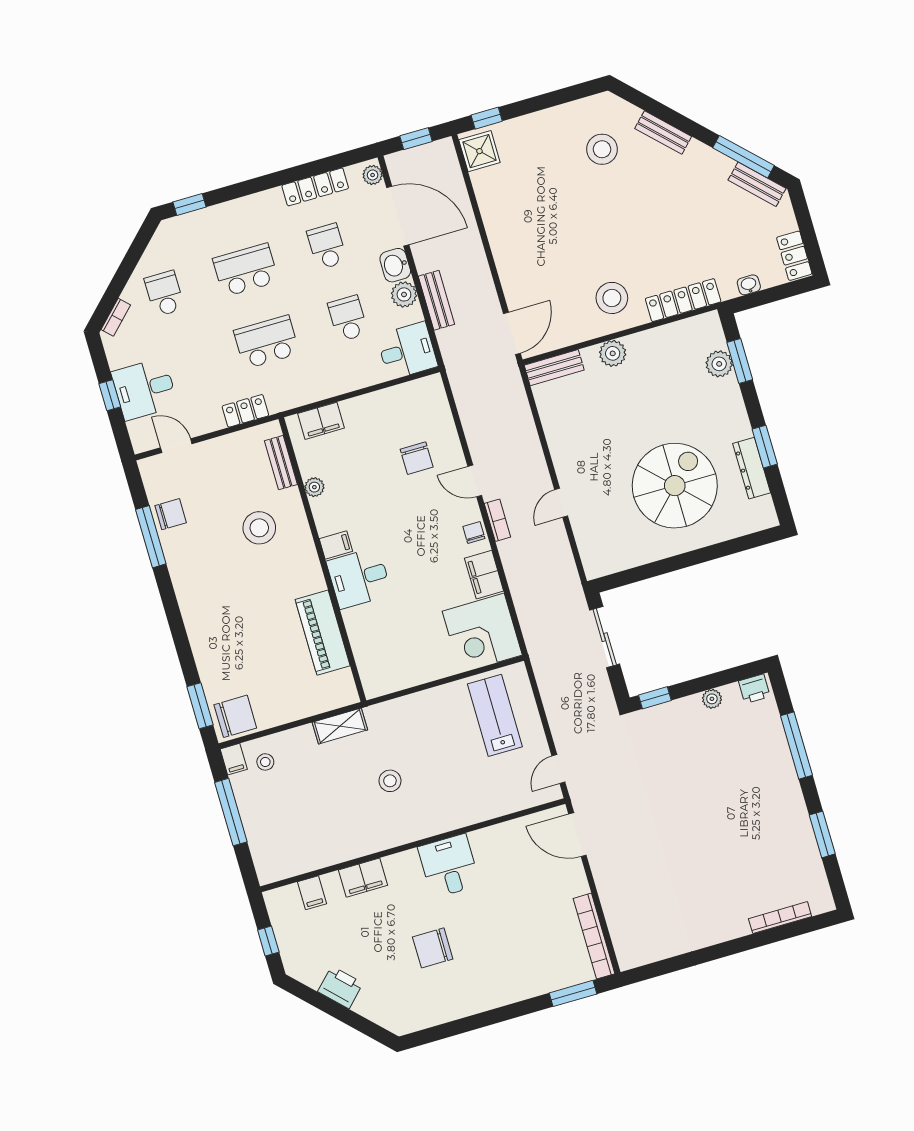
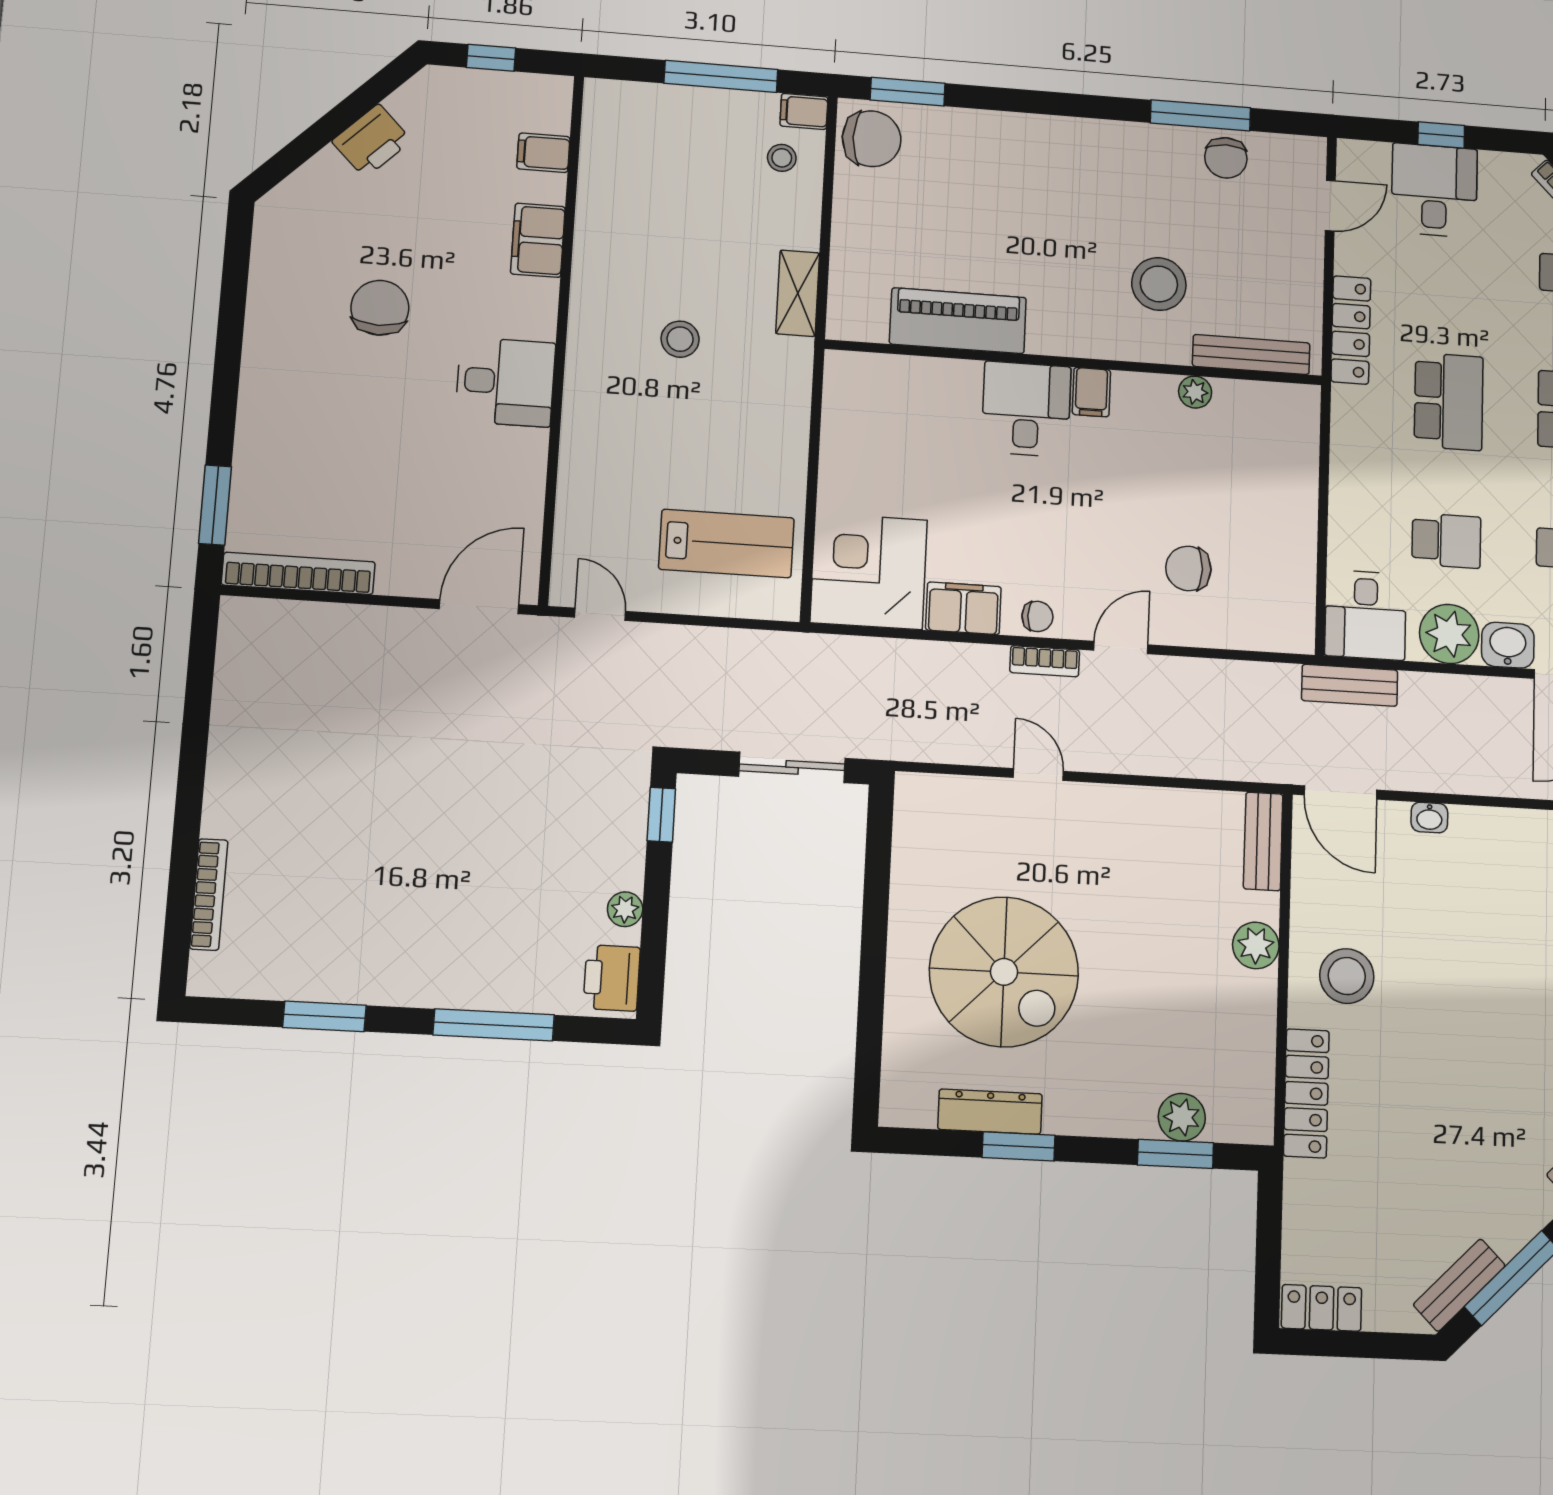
washbasin: (749, 285) -> (1429, 818), moved, turned 90
plant: (404, 294) -> (1449, 634), width x1.36, depth x1.36
bench: (436, 300) -> (1350, 685), moved
locker: (245, 411) -> (1351, 330), width x1.53
filing cabinet: (321, 421) -> (1297, 440), removed
bench: (281, 463) -> (1251, 355), width x1.36
printer: (754, 689) -> (612, 978), width x1.36, depth x1.24
chair: (235, 716) -> (872, 139), turned -90

